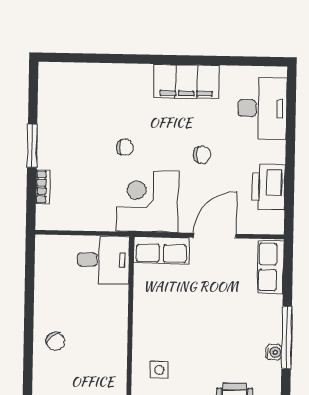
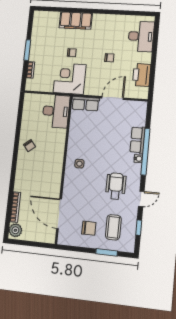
filing cabinet: (186, 81) -> (76, 21), moved
corner desk: (147, 201) -> (70, 79), moved
desk: (103, 260) -> (56, 111), width x1.37
row of seats: (271, 267) -> (138, 140), moved
window: (287, 338) -> (145, 152), width x1.46

